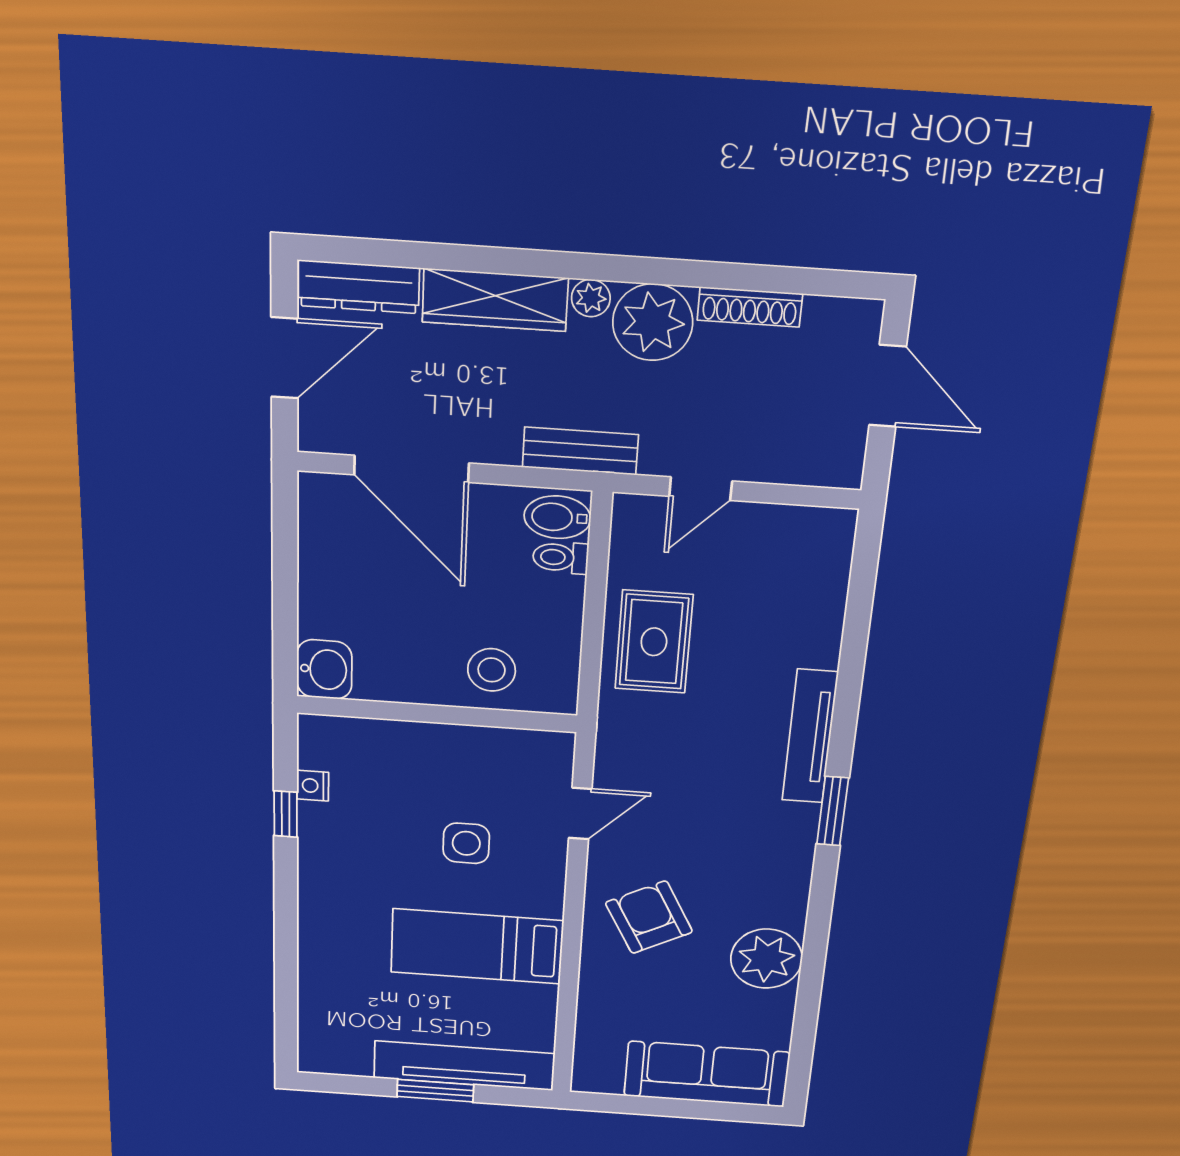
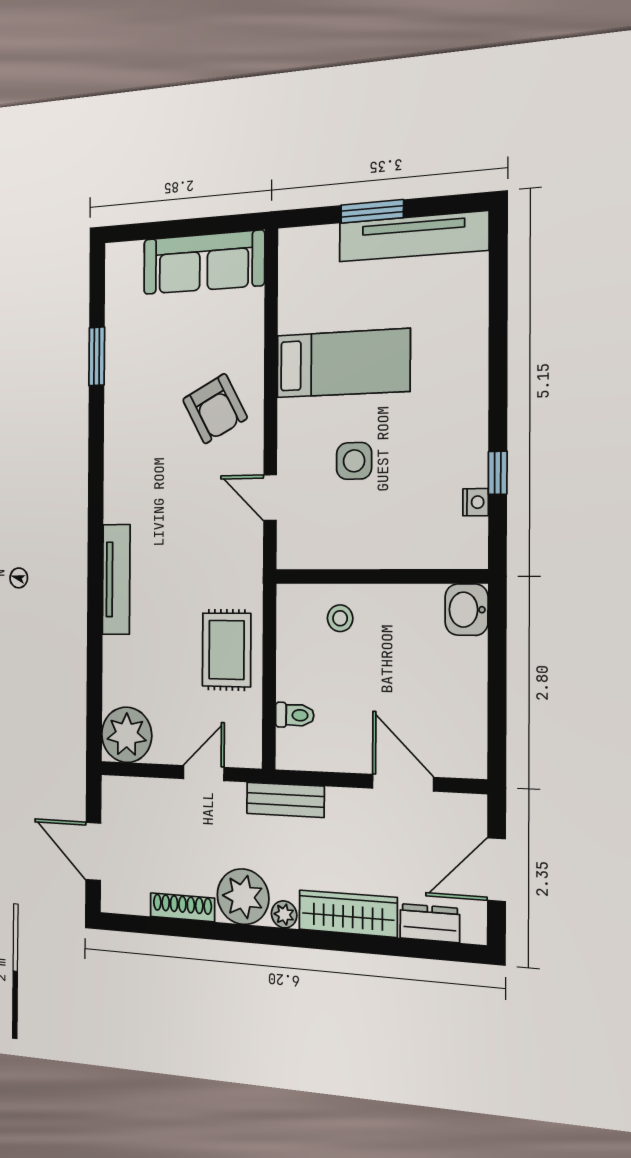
dresser: (359, 287) -> (430, 923), width x0.70
door: (411, 469) -> (403, 783), width x0.73
bidet: (557, 517) -> (298, 747), removed
stool: (492, 670) -> (340, 618), width x0.73, depth x0.73
window: (833, 811) -> (97, 356), moved
door: (580, 813) -> (270, 498), hinge flipped
plant: (766, 959) -> (127, 735), moved
tv unit: (464, 1066) -> (413, 236), moved
sofa: (707, 1074) -> (204, 262), moved

